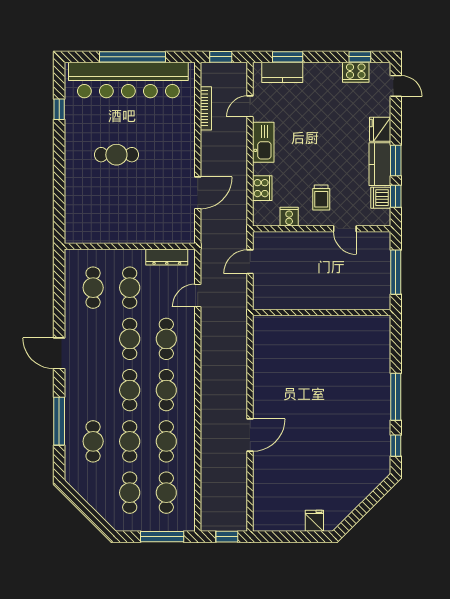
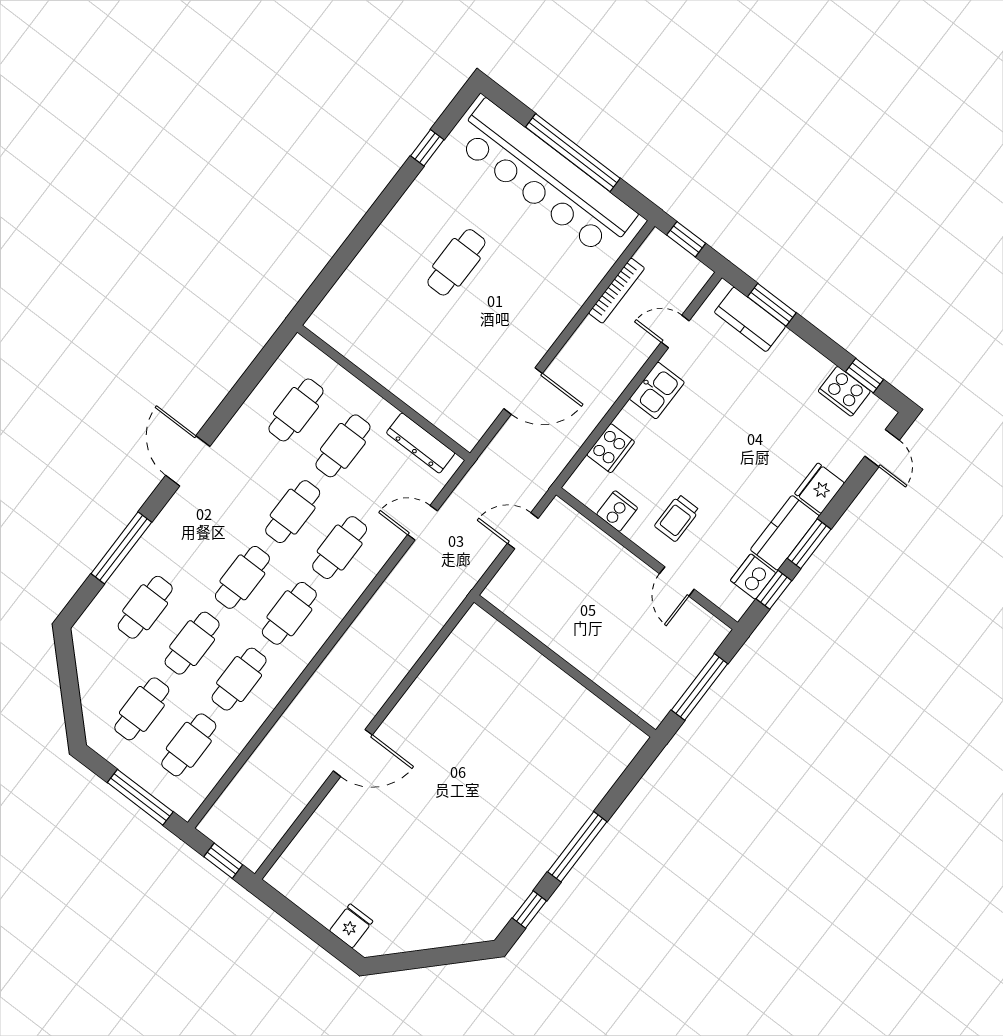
kitchen sink: (263, 142) -> (657, 390), width x0.73
cafe table: (116, 155) -> (456, 262), turned 90

